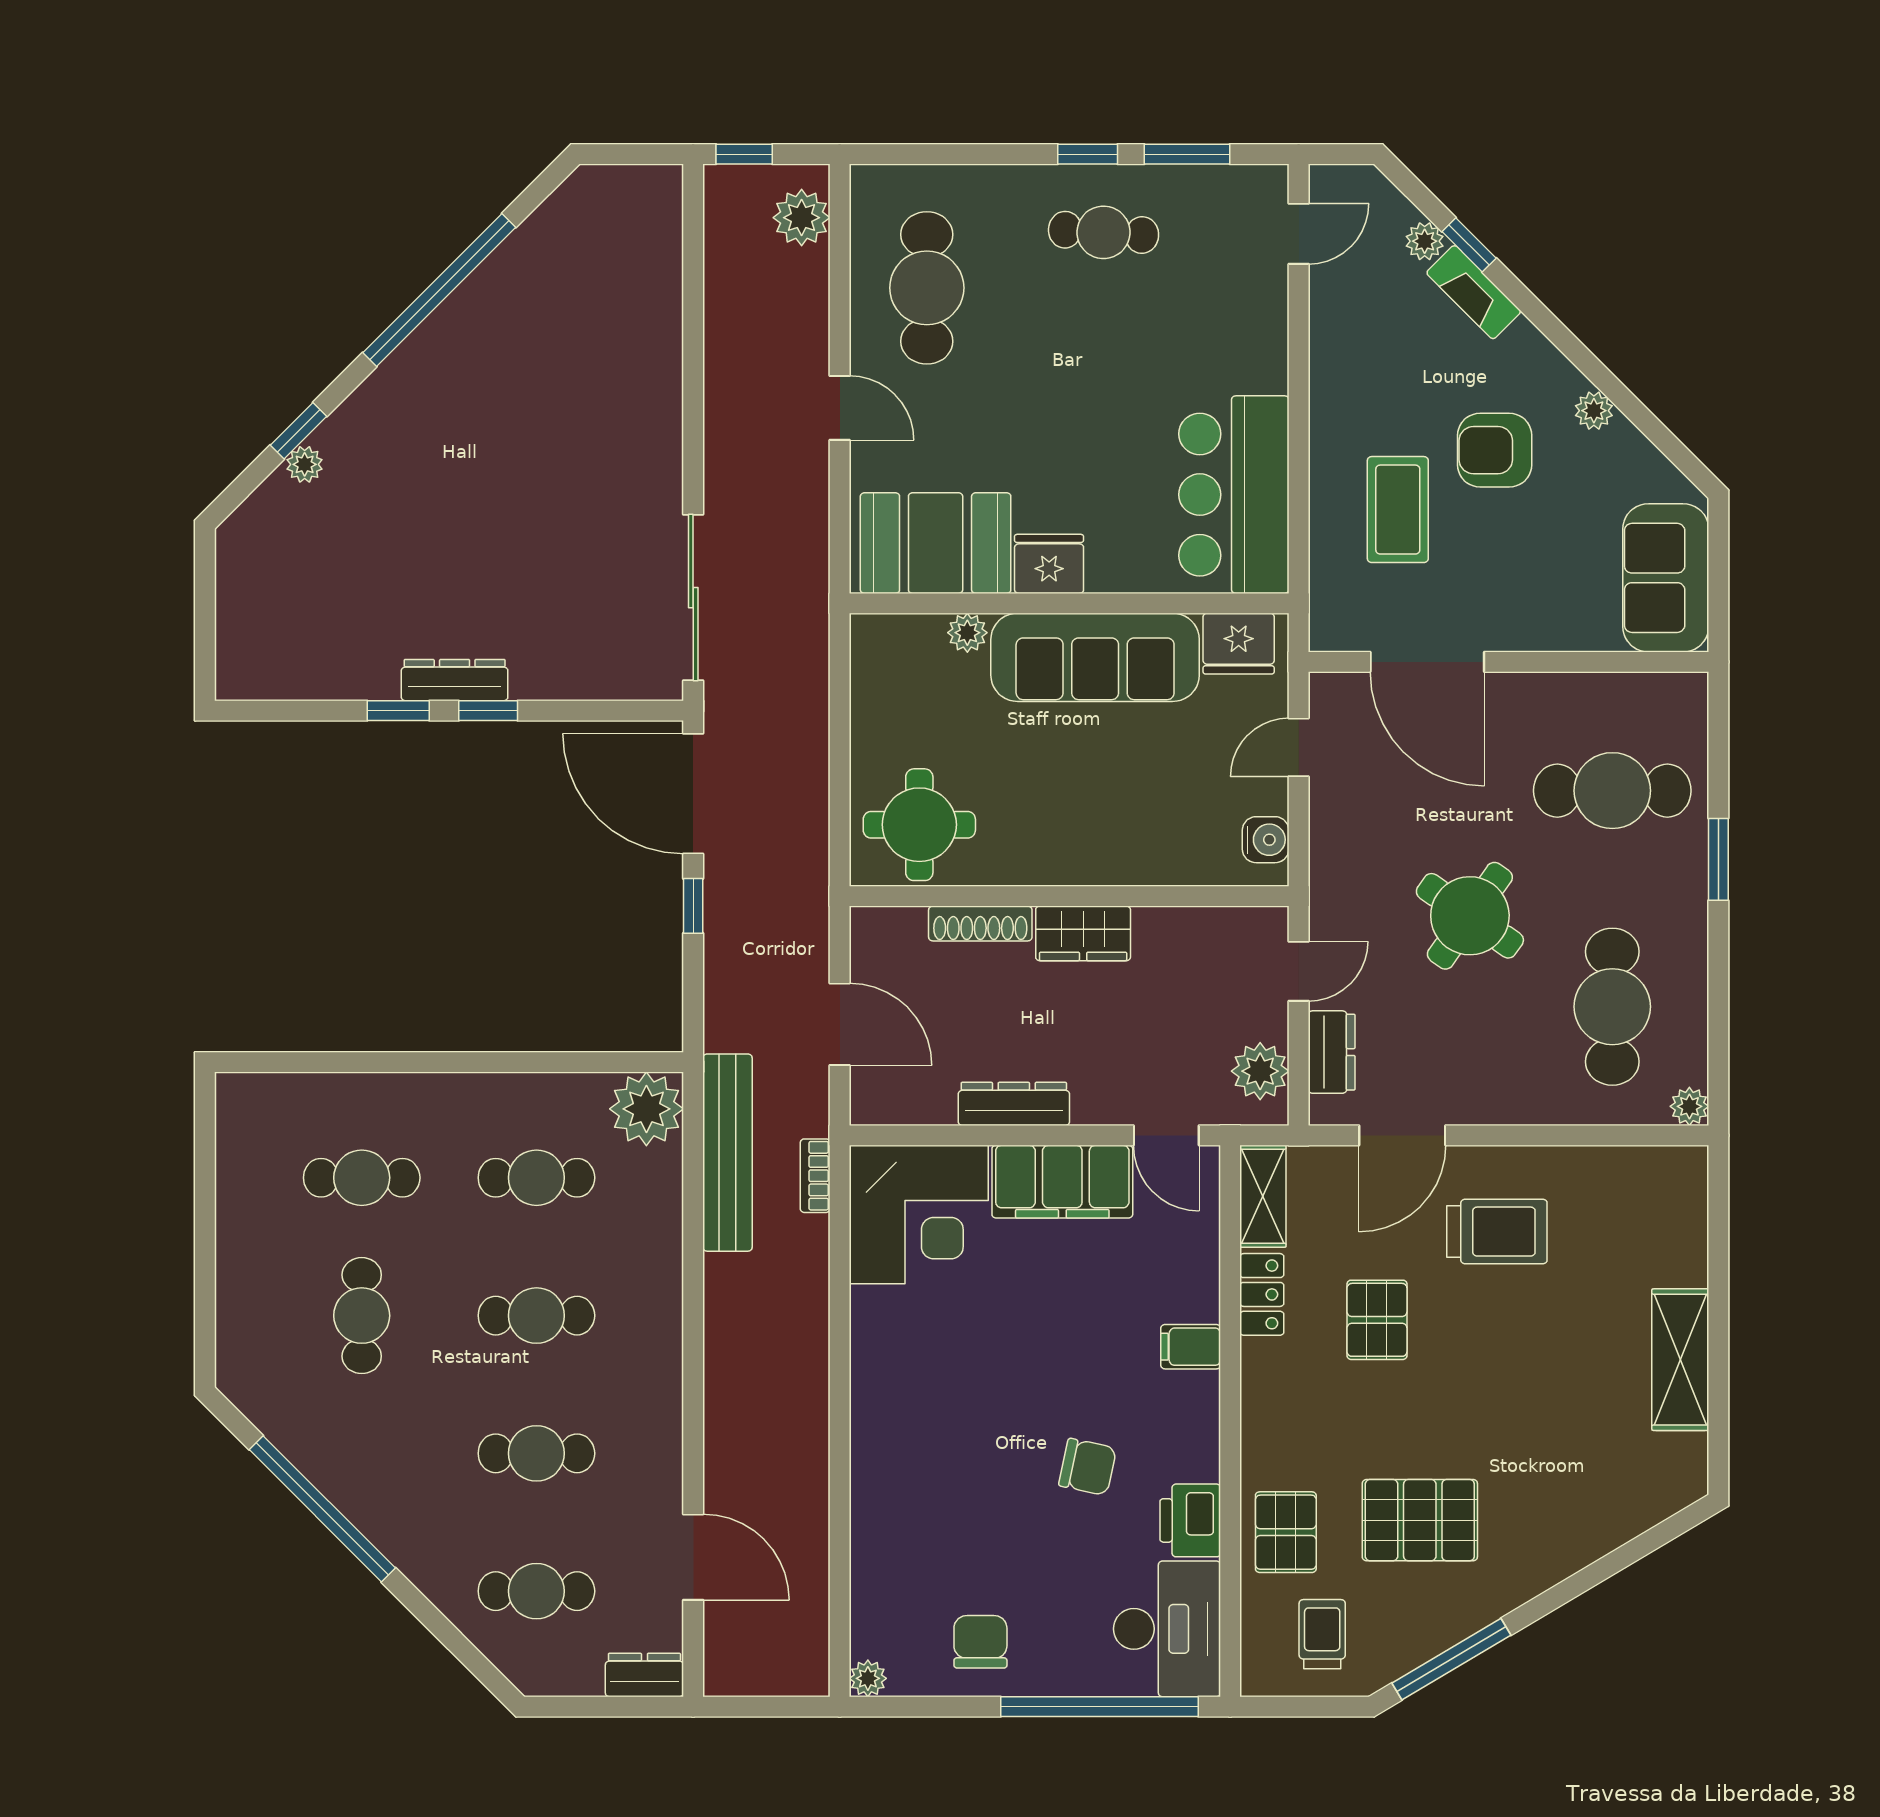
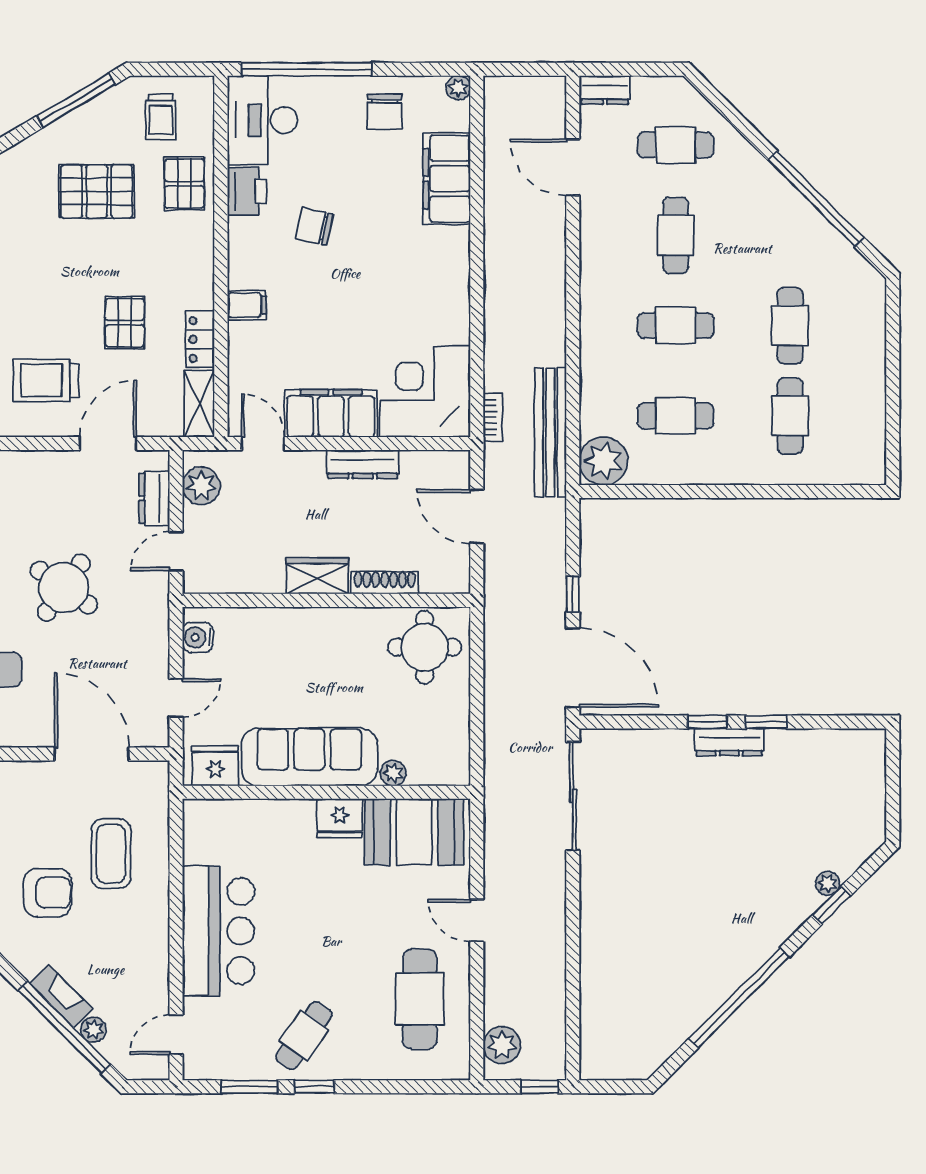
cafe table: (1104, 232) -> (304, 1035), turned -59
window: (1469, 245) -> (64, 1027), width x3.17
bar counter: (1234, 495) -> (218, 931), moved
cafe table: (362, 1178) -> (790, 416), turned 90
cafe table: (536, 1453) -> (676, 235), turned 90
filing cabinet: (886, 1540) -> (447, 179), added

